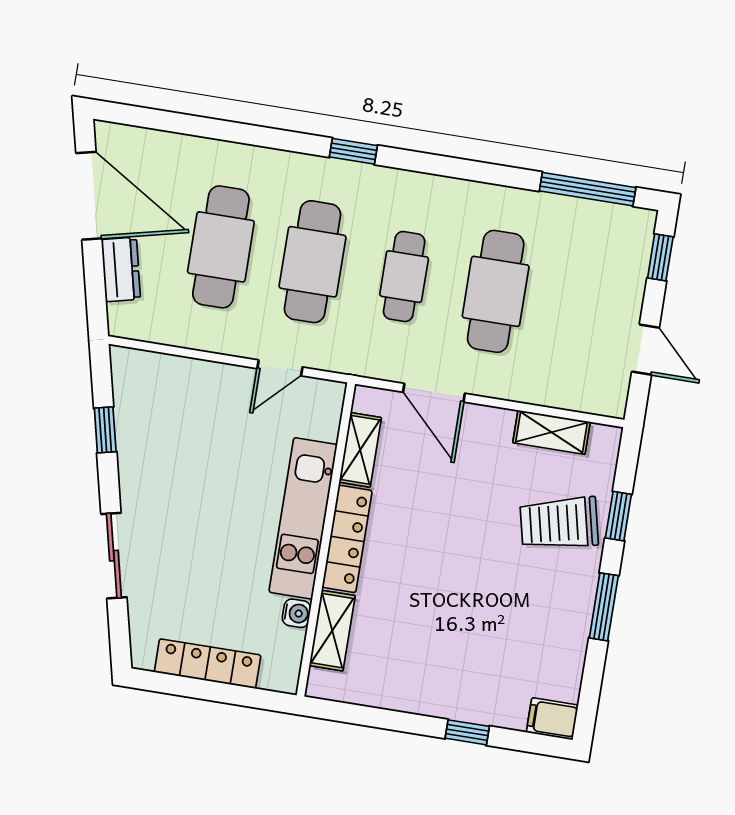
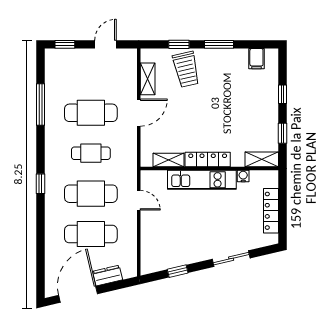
window: (588, 189) -> (41, 104), moved
door: (434, 393) -> (139, 113), moved
shelving: (332, 631) -> (262, 159), moved
window: (379, 718) -> (283, 133), added
filing cabinet: (552, 719) -> (256, 59), moved

